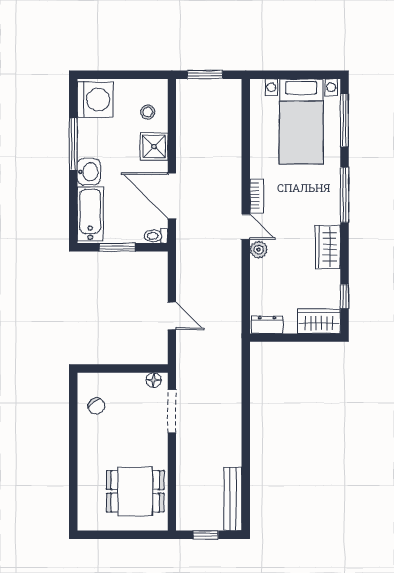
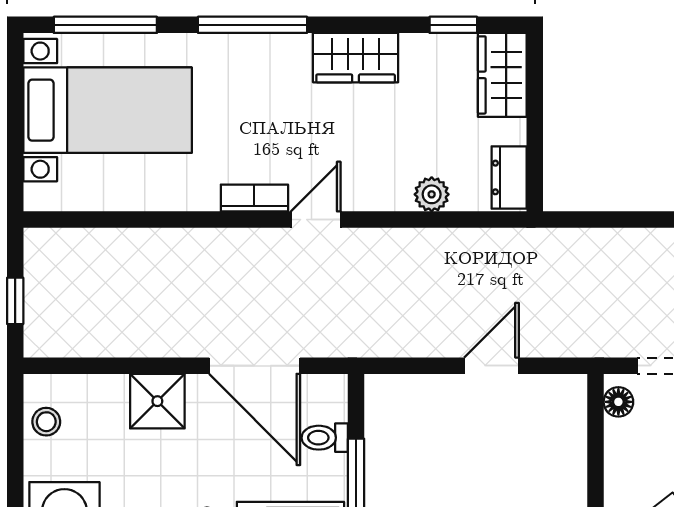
window: (205, 75) -> (15, 301), width x0.67
stool: (148, 112) -> (46, 422), moved
door: (172, 196) -> (255, 366), hinge flipped
toilet: (156, 236) -> (325, 438), moved, turned 90
plant: (259, 250) -> (432, 194), moved

